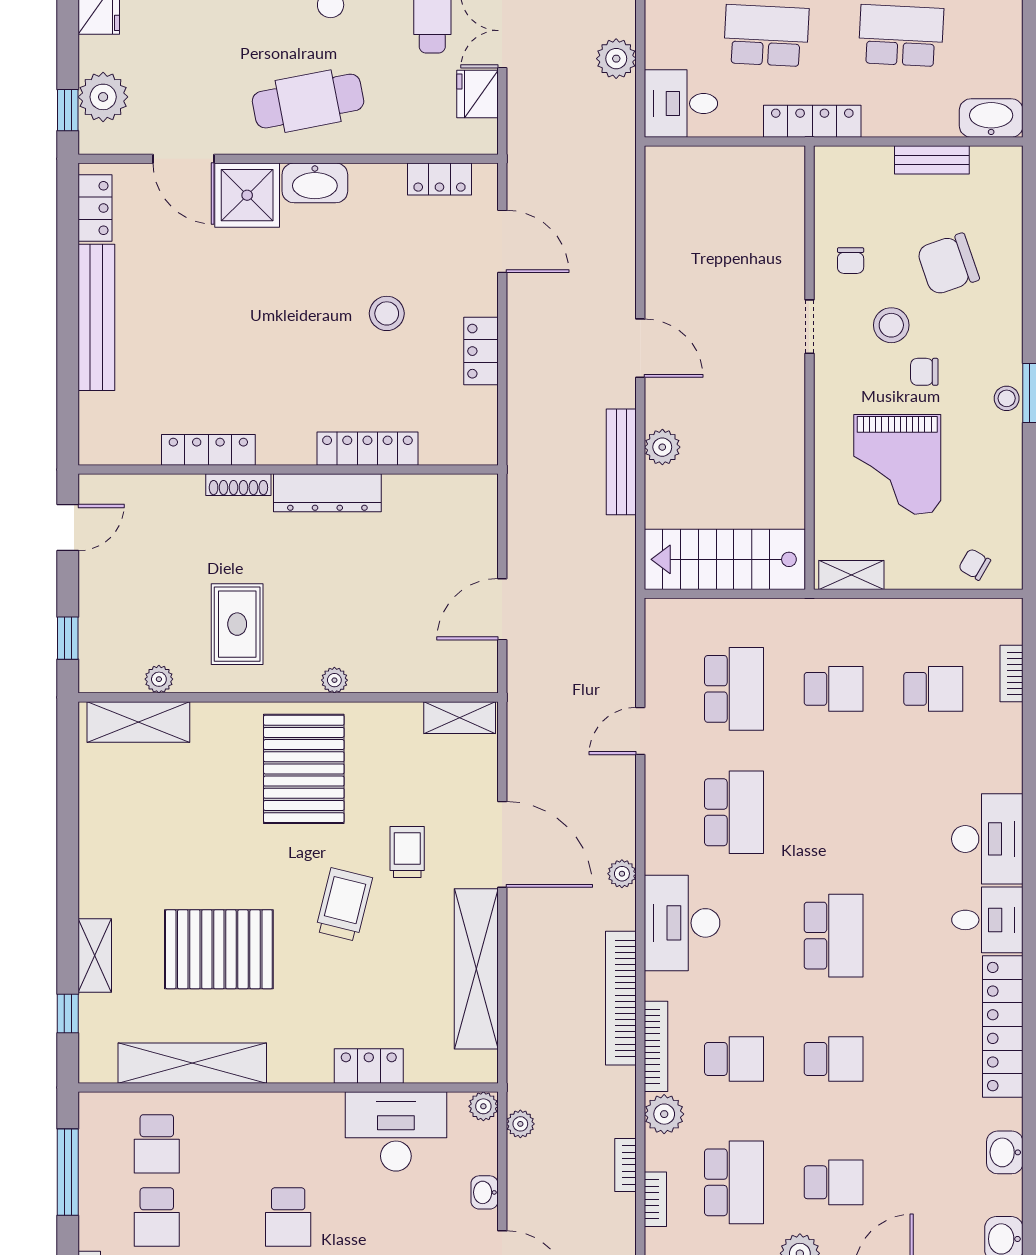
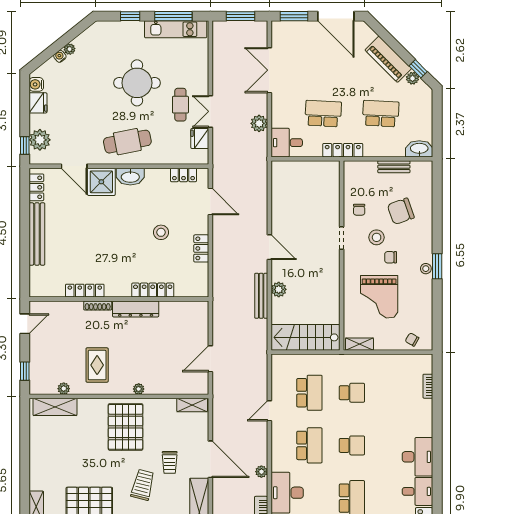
school desk: (933, 689) -> (352, 445), moved
trolley: (407, 852) -> (170, 462), turned 180

